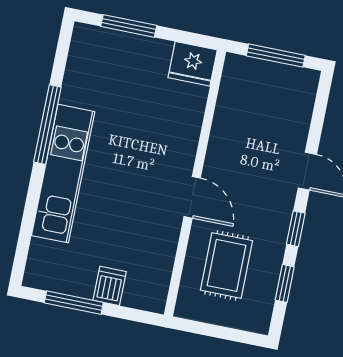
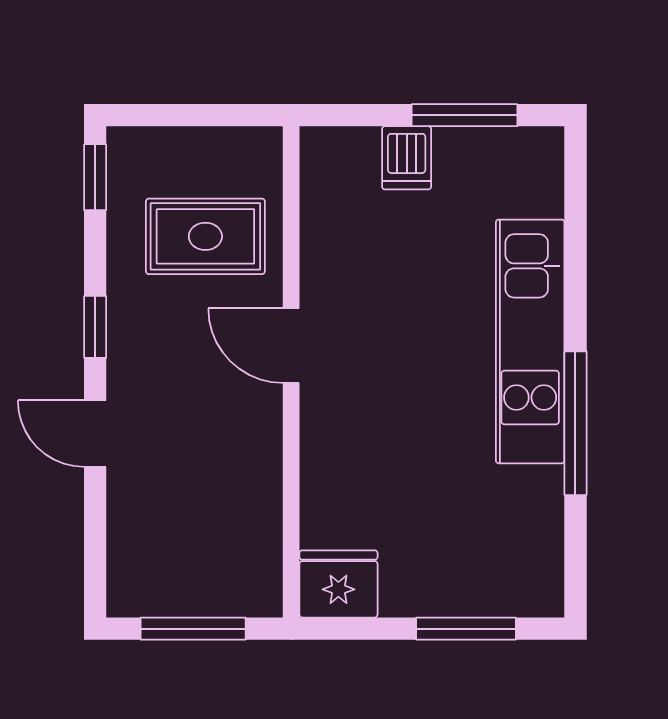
rug: (227, 265) -> (205, 236), turned 90
window: (285, 283) -> (95, 177), moved

